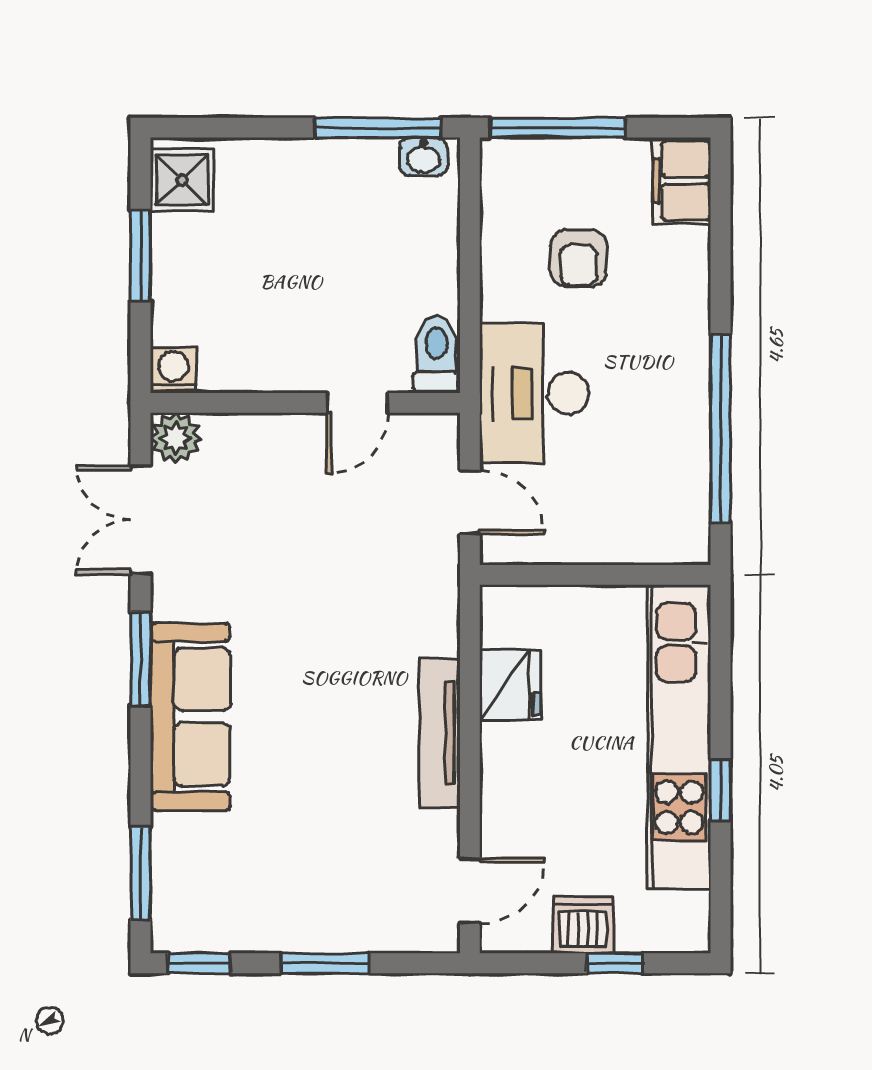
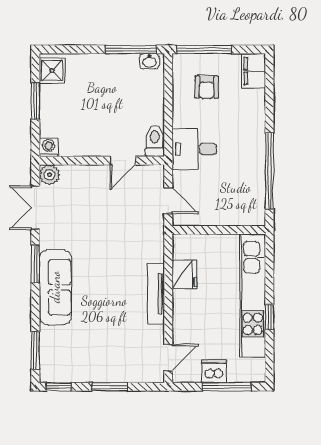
armchair: (579, 258) -> (207, 87), moved
desk: (534, 393) -> (194, 149), width x0.73
window: (615, 963) -> (227, 387), width x2.17

